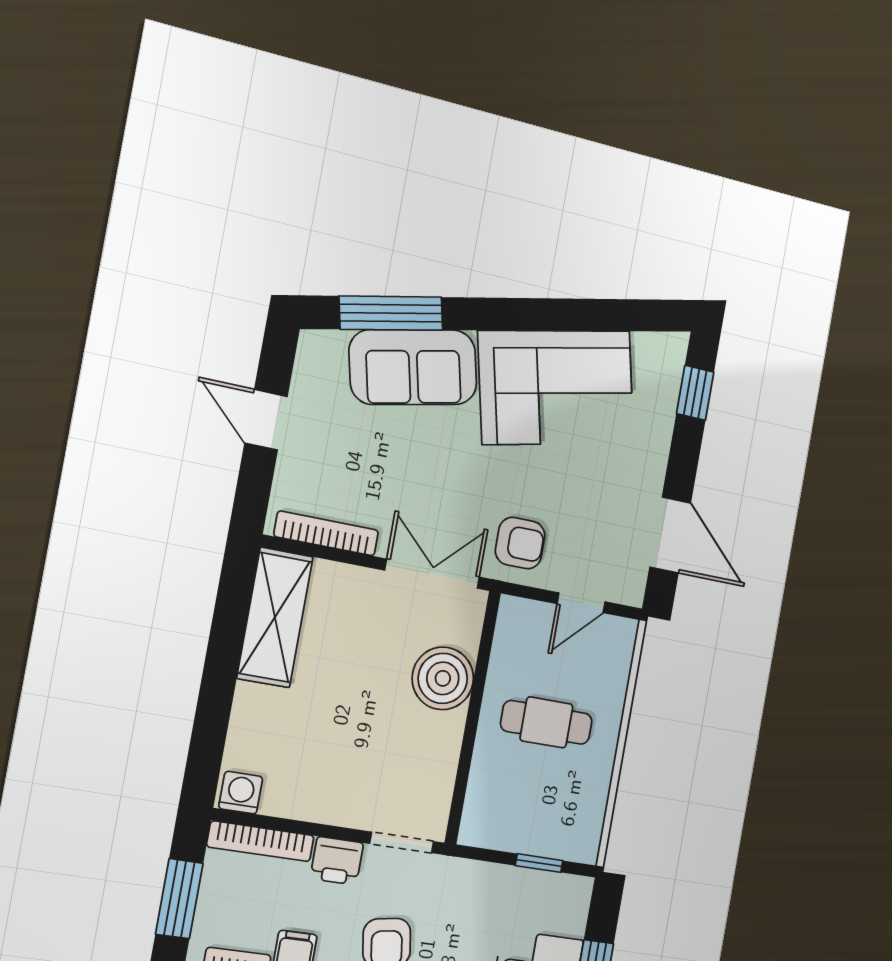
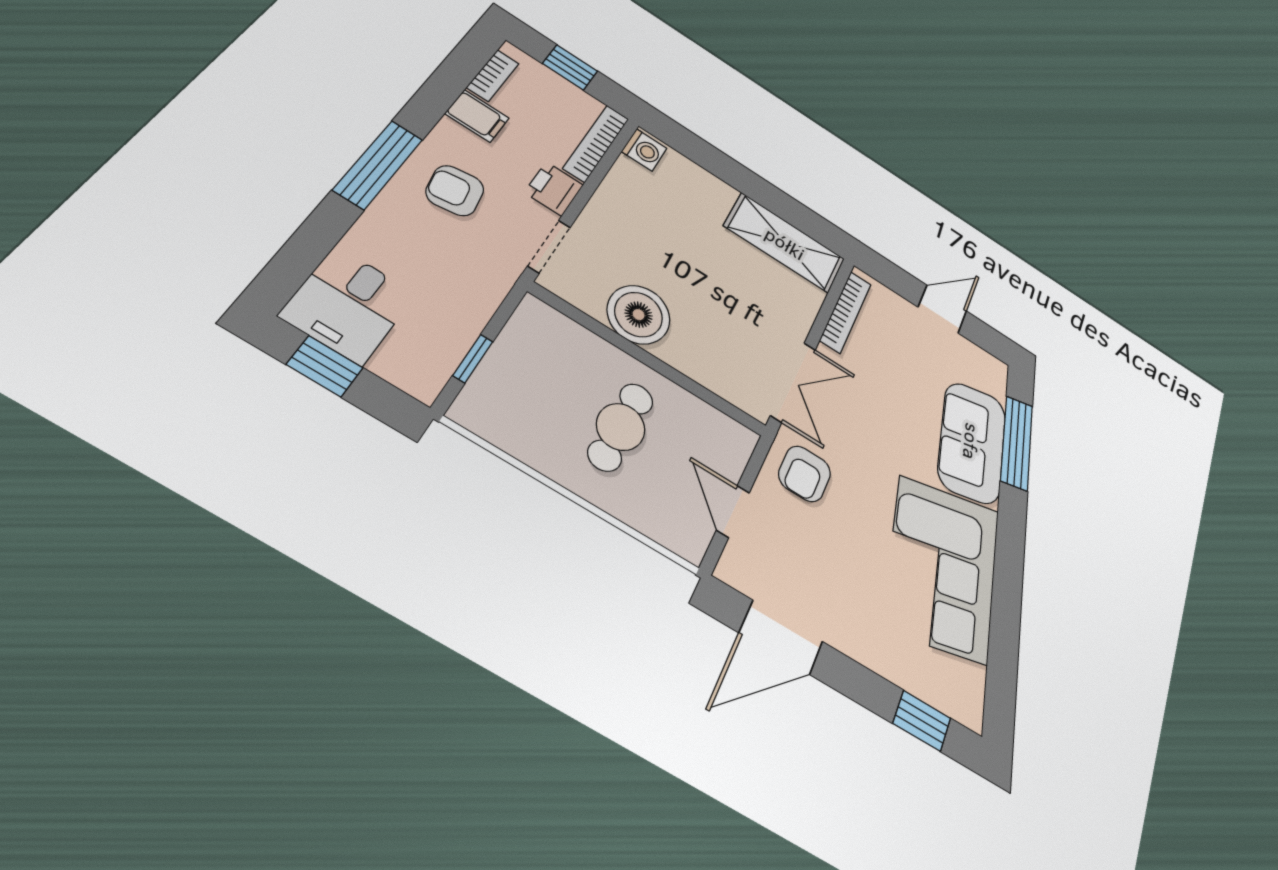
boiler: (443, 678) -> (639, 315), moved
window: (179, 899) -> (570, 67), width x0.67

